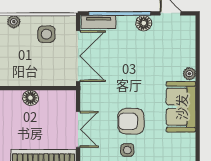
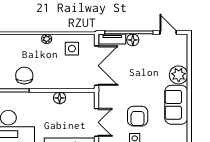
floor lamp: (144, 23) -> (133, 40), moved
plant: (189, 74) -> (179, 75), width x1.87, depth x1.87
armchair: (131, 121) -> (138, 116), turned -90

